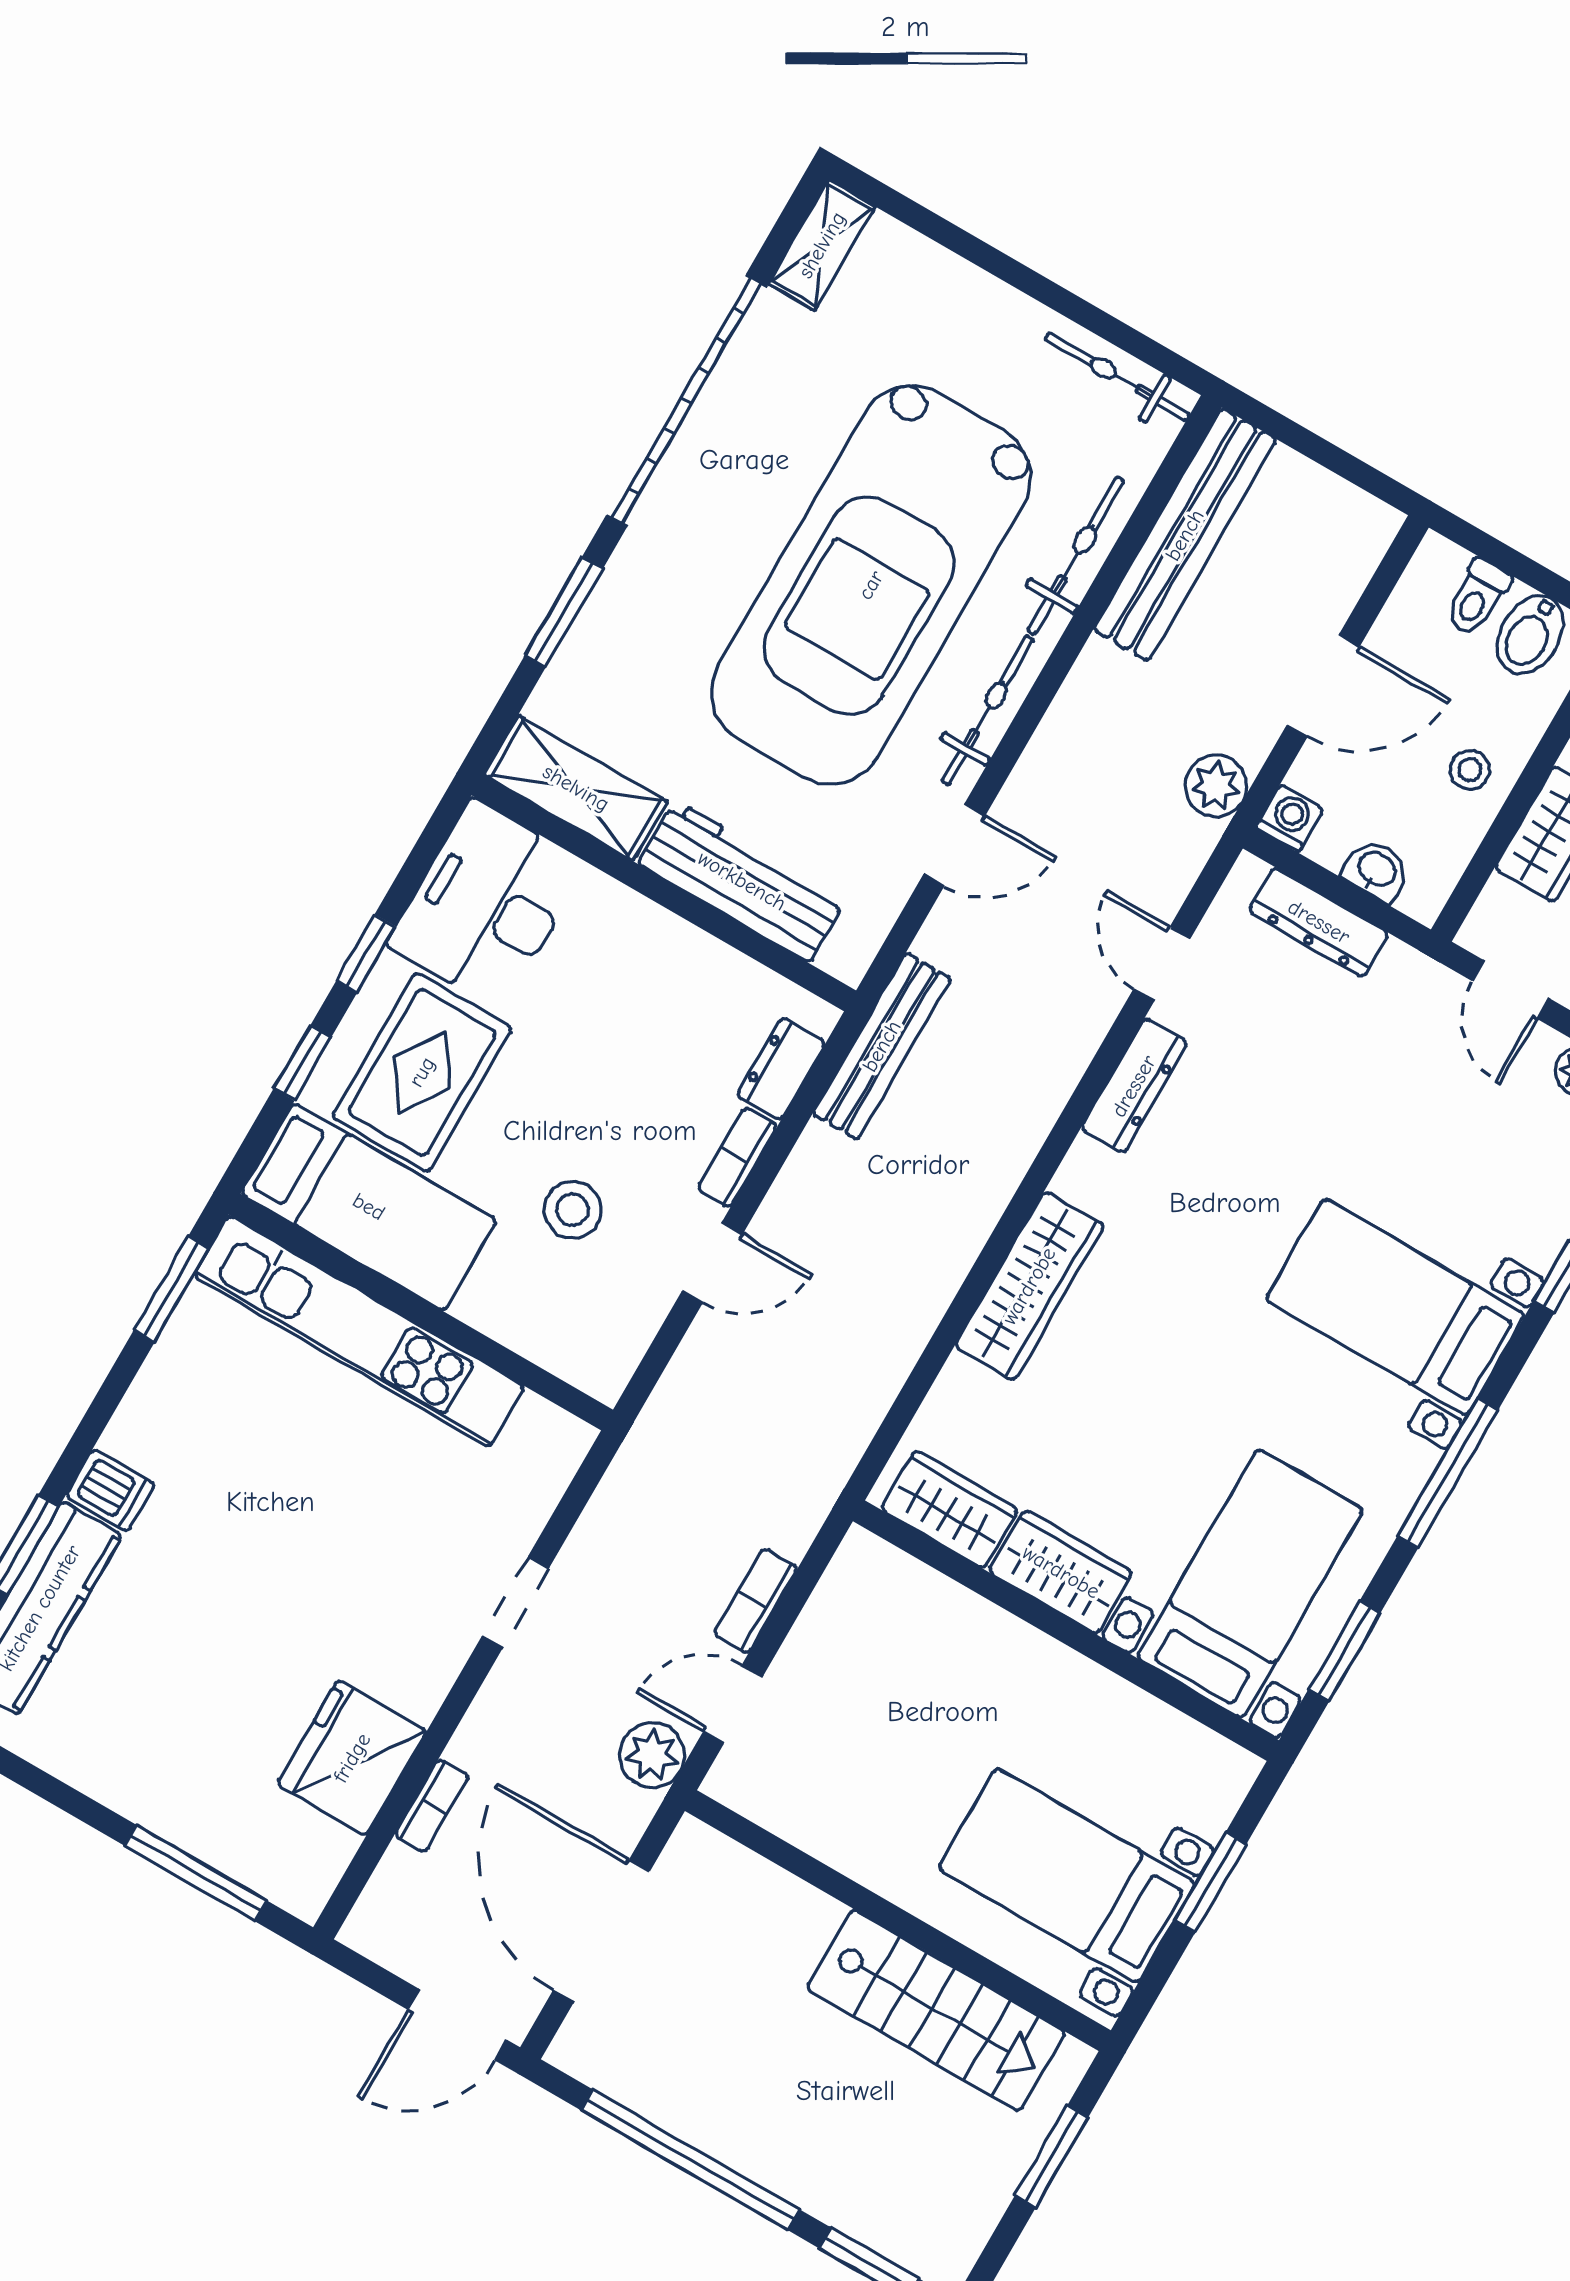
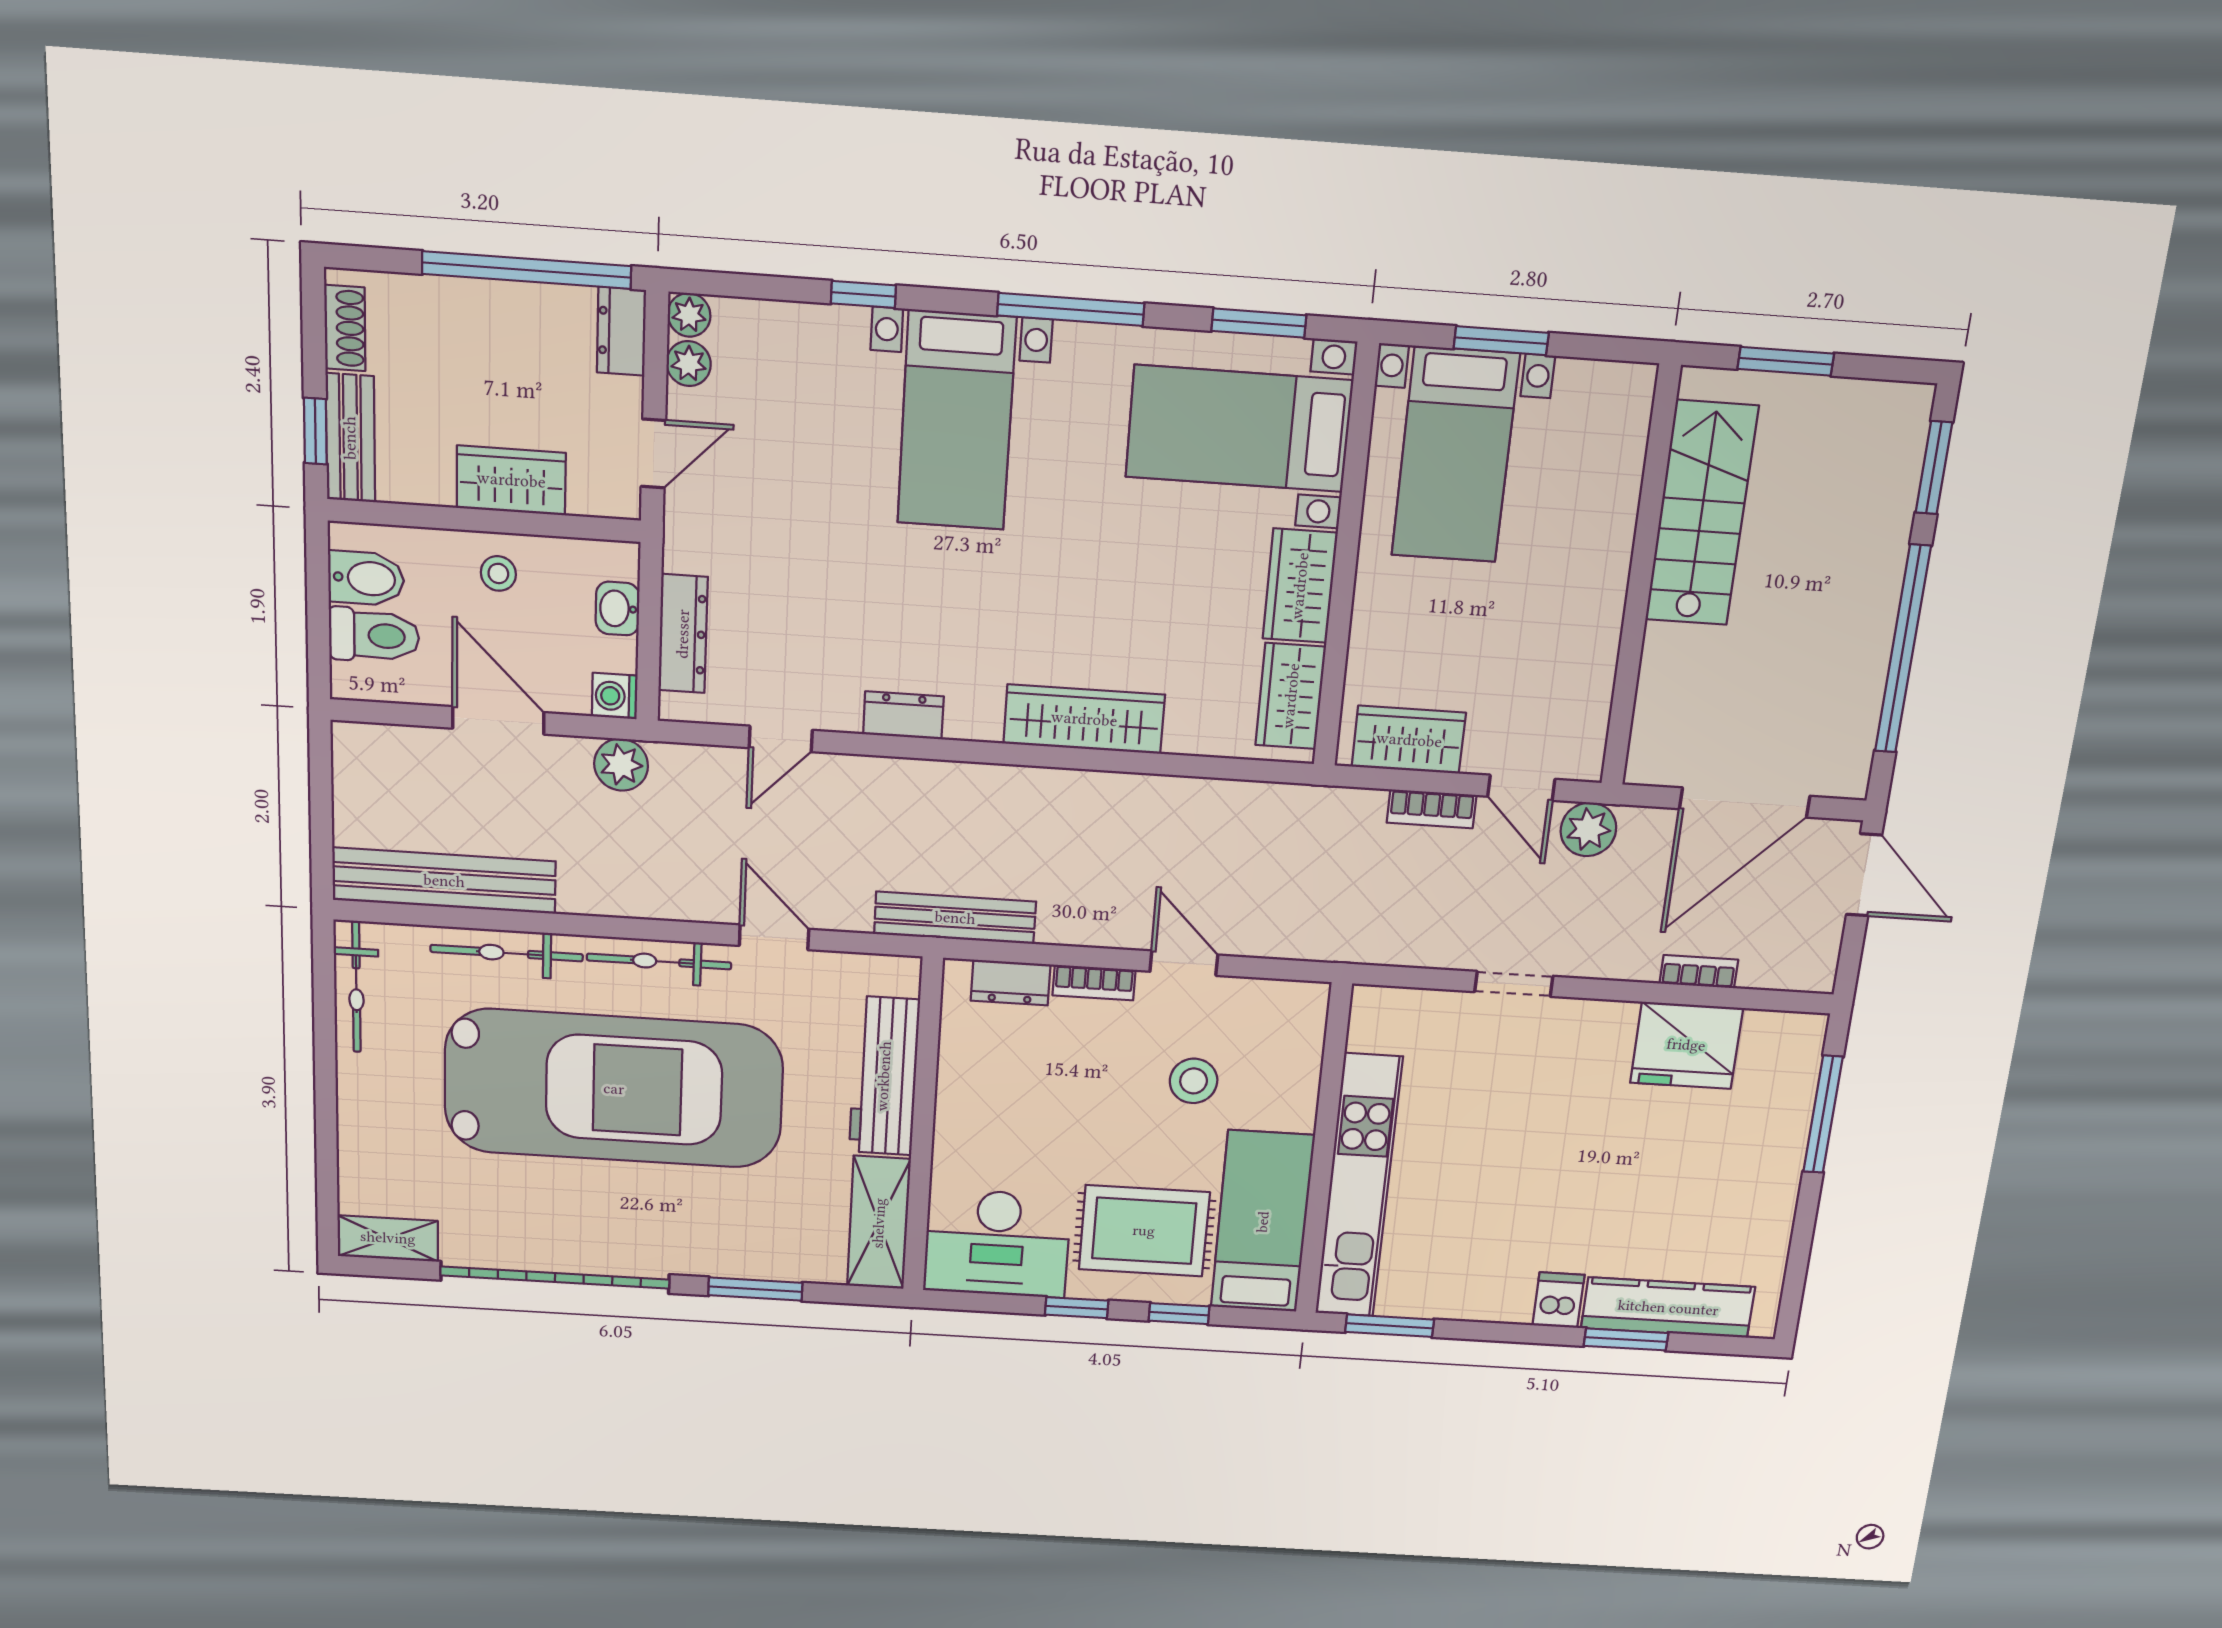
toilet: (1477, 597) -> (374, 635), width x1.37, depth x1.39
dresser: (1134, 1086) -> (903, 715), width x0.70
wardrobe: (843, 1610) -> (1409, 740), added
bed with nightstands: (1067, 1876) -> (1455, 455), moved

